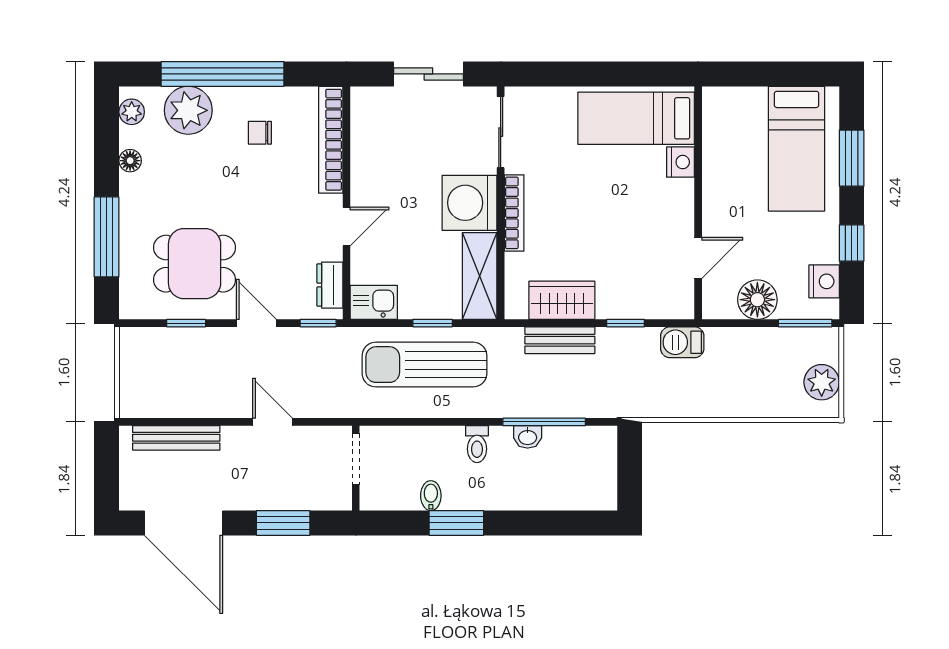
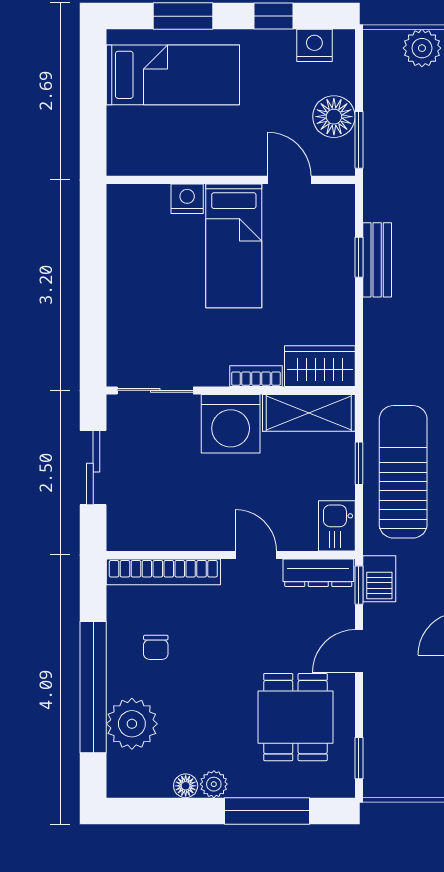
plant: (132, 112) -> (214, 784), moved
bed: (636, 118) -> (234, 246), moved
bookcase: (514, 213) -> (256, 376), width x0.64
dresser: (330, 285) -> (318, 573), width x1.44
wardrobe: (562, 300) -> (320, 366), moved, turned 90
window: (186, 323) -> (359, 758), moved
window: (805, 323) -> (359, 140), moved
bench: (560, 340) -> (377, 260), moved
barbecue: (682, 342) -> (379, 579), moved
sun lounger: (424, 365) -> (403, 472), turned 180

